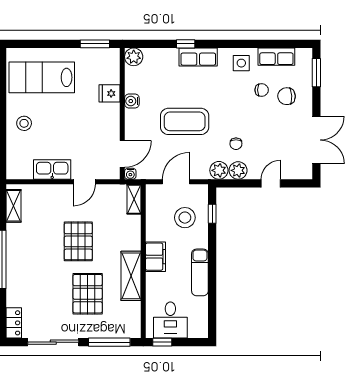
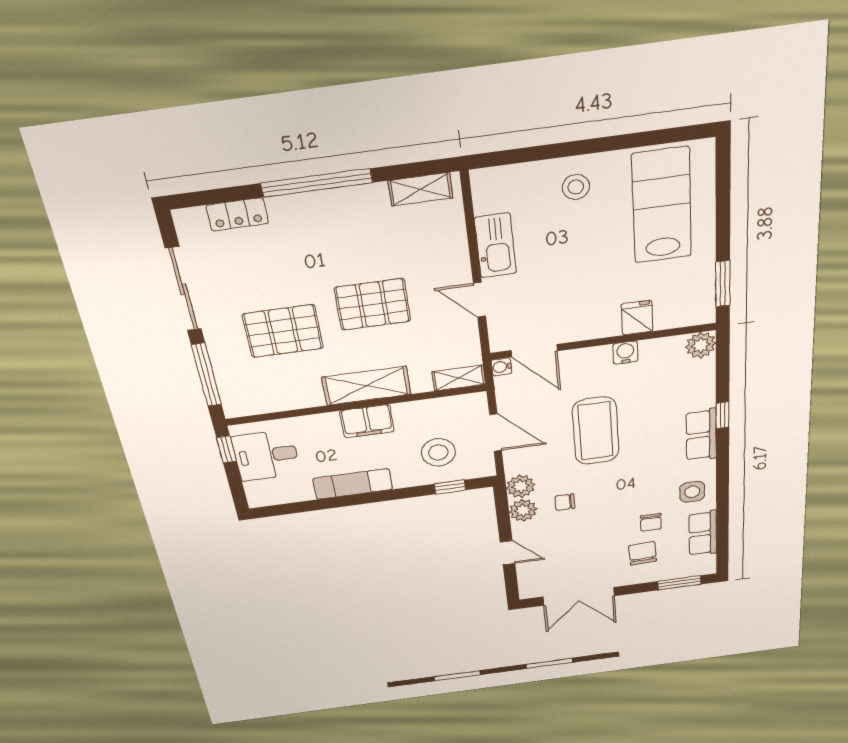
shelving: (131, 276) -> (366, 386), moved
locker: (14, 323) -> (237, 214), moved

